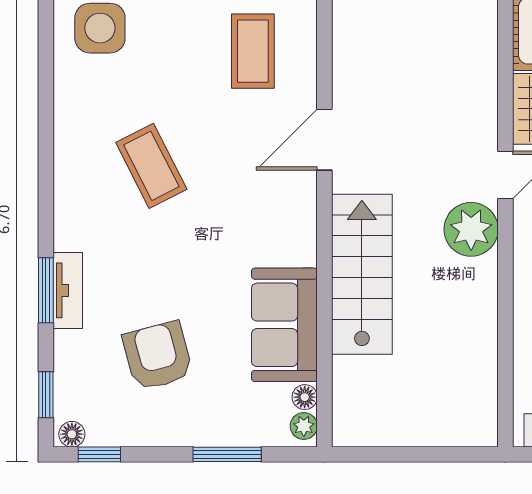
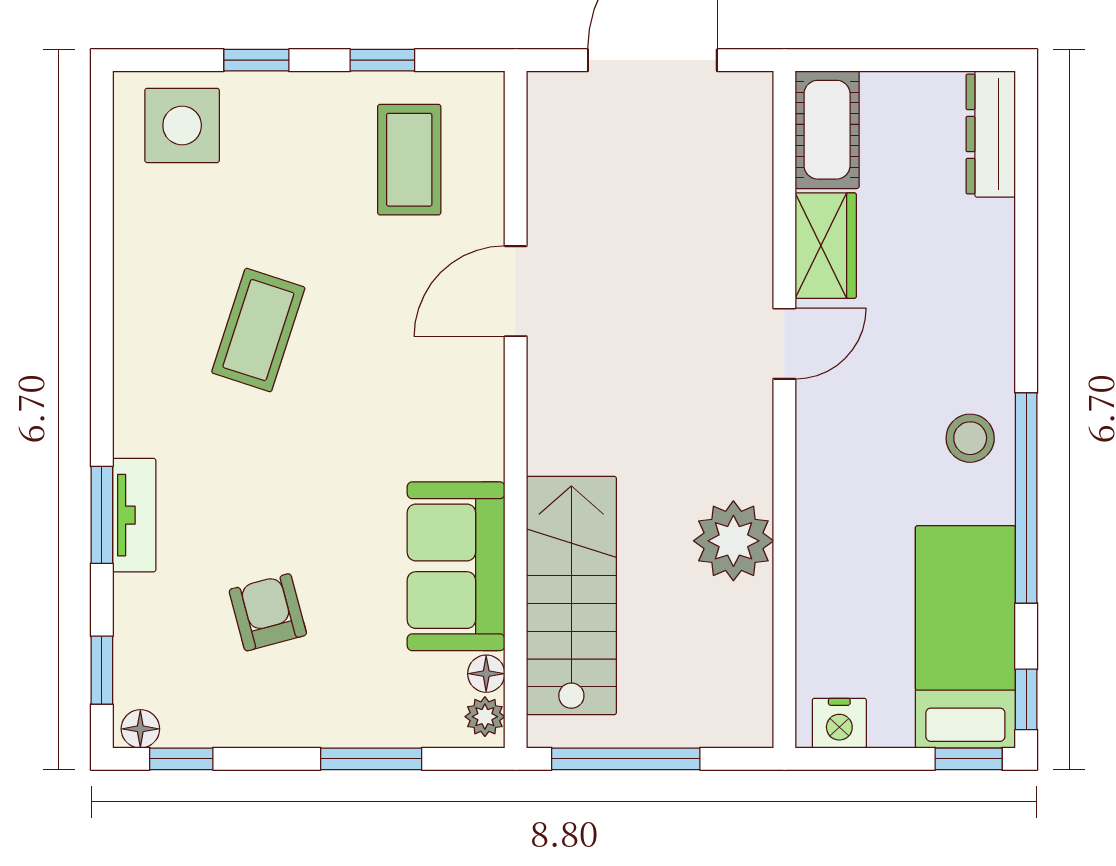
coffee table: (151, 166) -> (258, 330), turned 45
plant: (471, 229) -> (733, 541), moved
stairs: (362, 274) -> (571, 596), moved
armchair: (158, 356) -> (268, 612), width x0.72, depth x0.72
window: (399, 454) -> (626, 759), added

